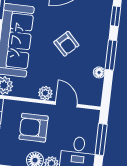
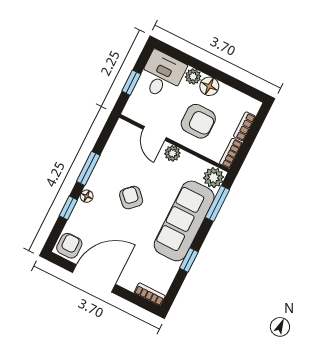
floor lamp: (99, 72) -> (87, 196), moved
window: (101, 140) -> (131, 83), width x0.67

